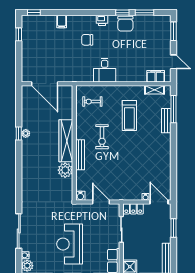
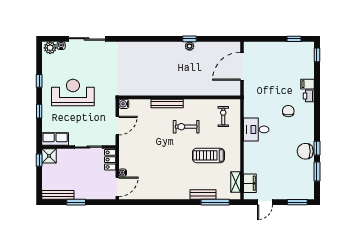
printer: (102, 20) -> (309, 96), moved
wardrobe: (66, 141) -> (182, 89), removed
plant: (65, 170) -> (151, 88), removed
window: (174, 228) -> (76, 202), moved

